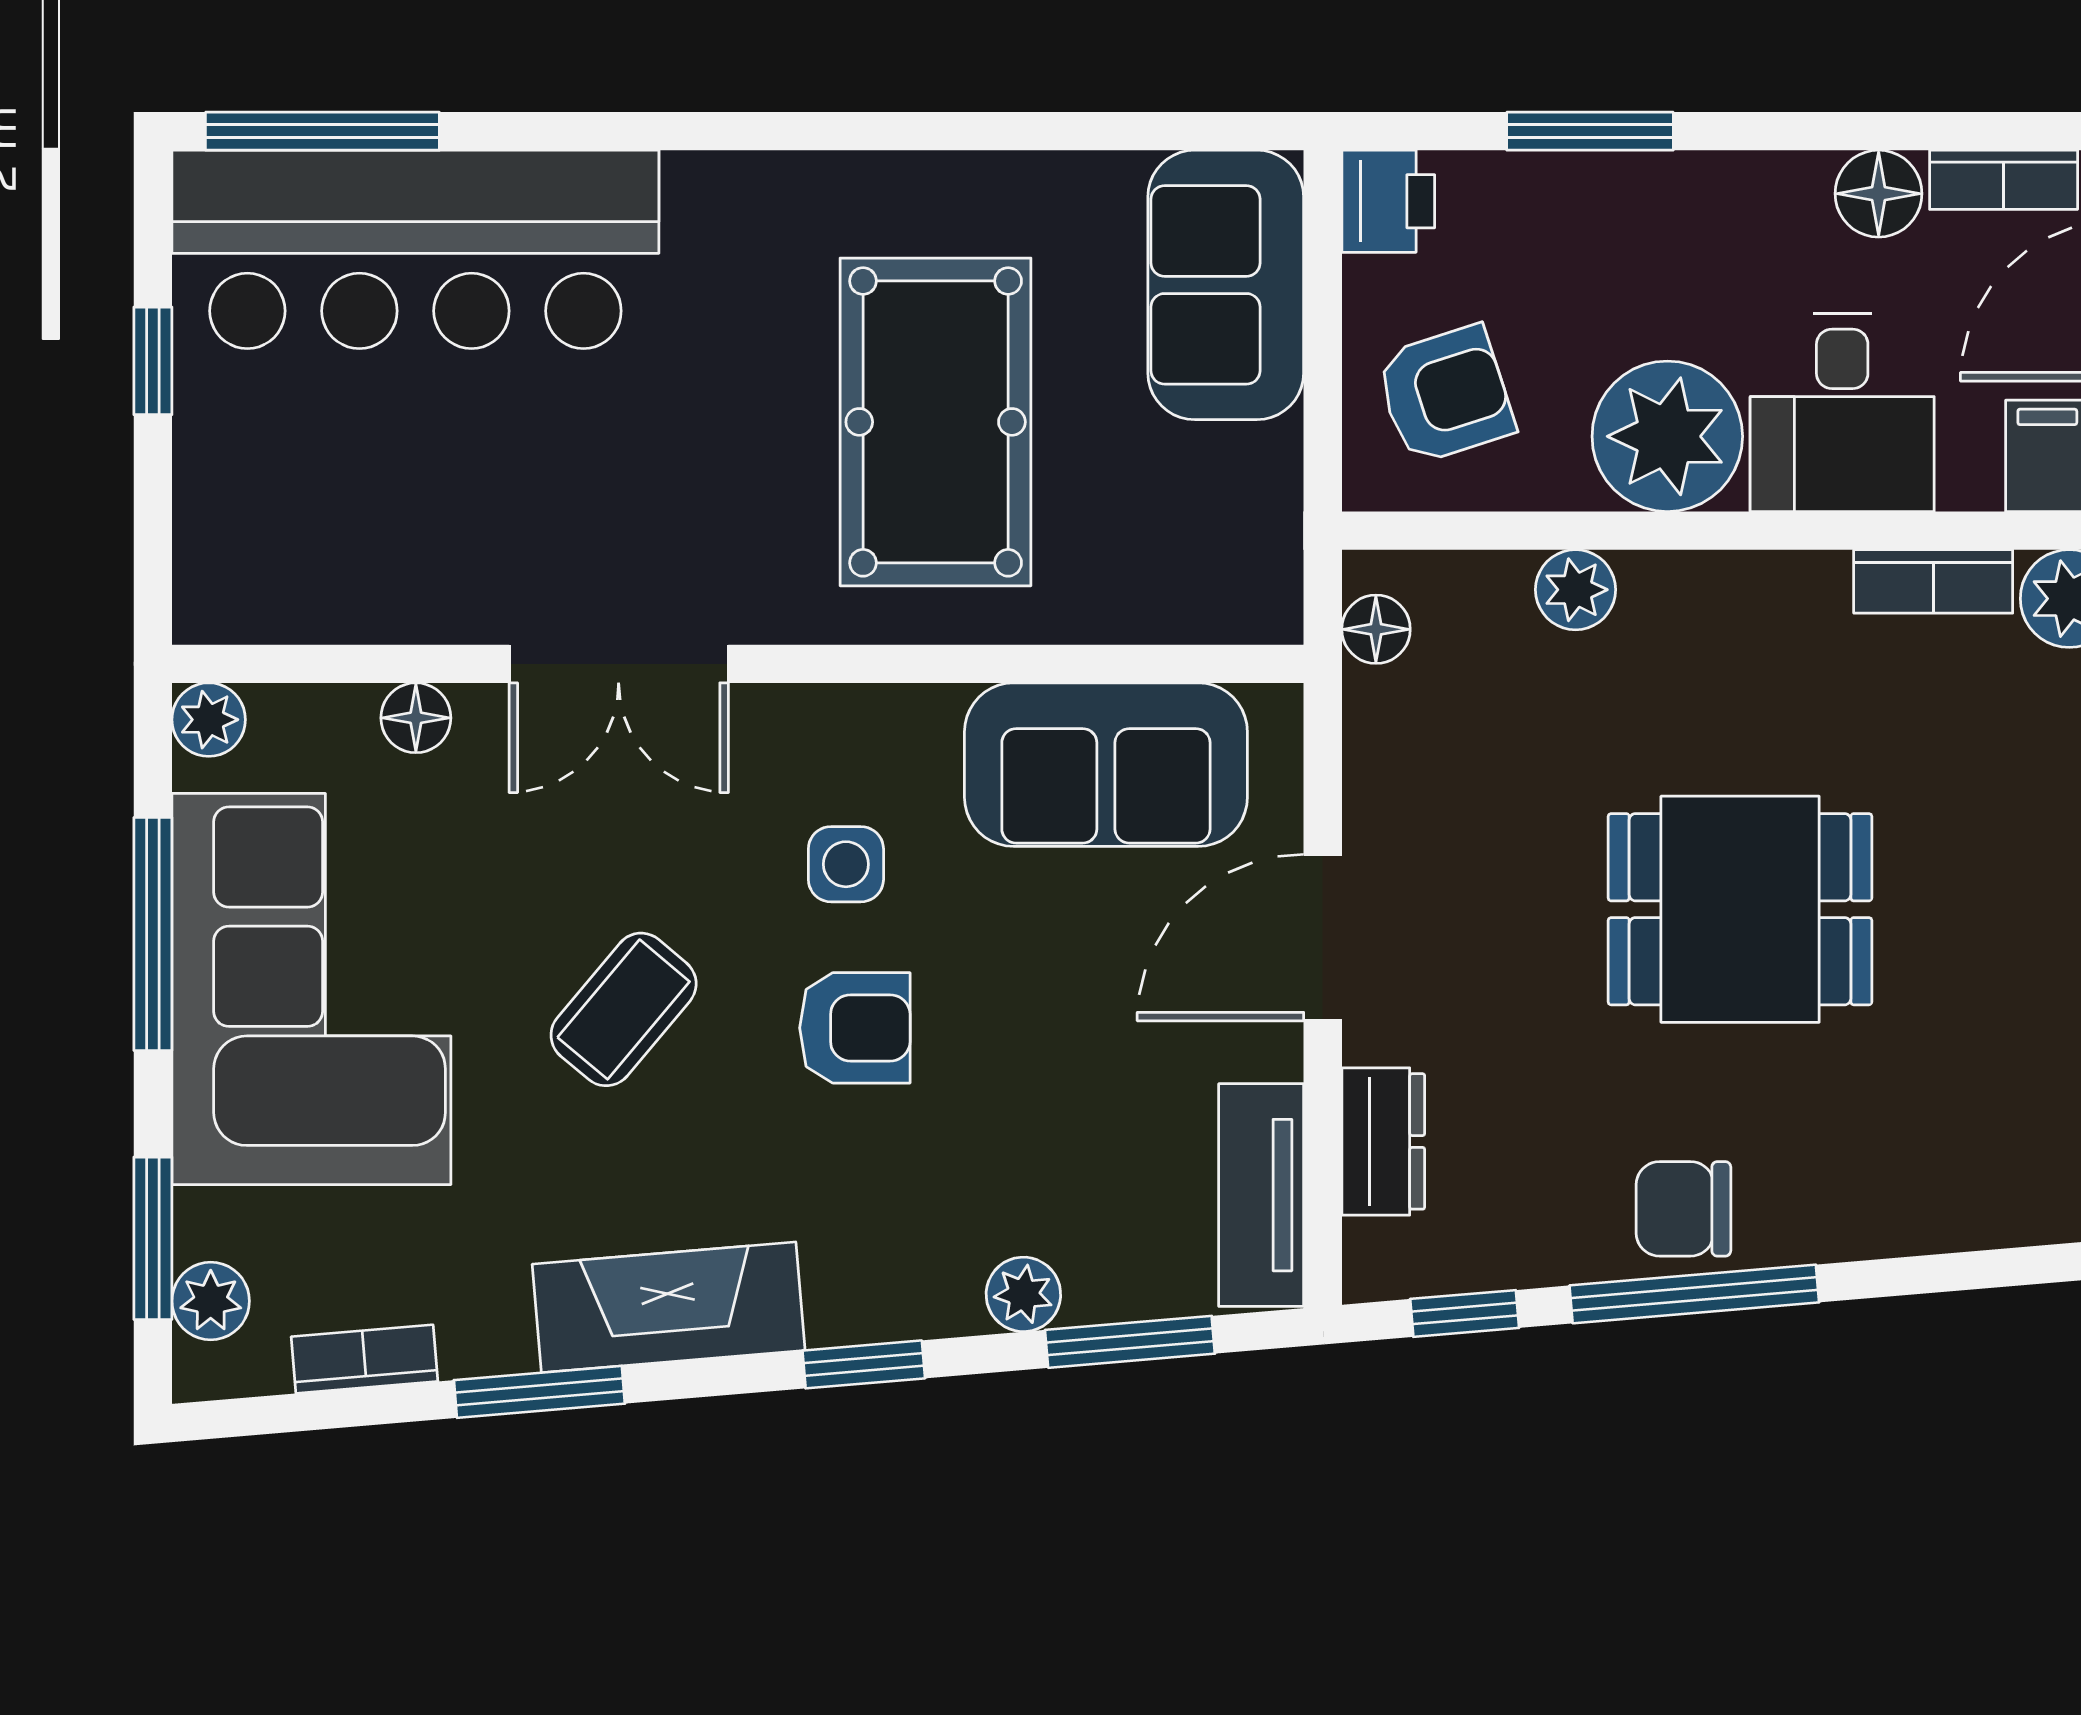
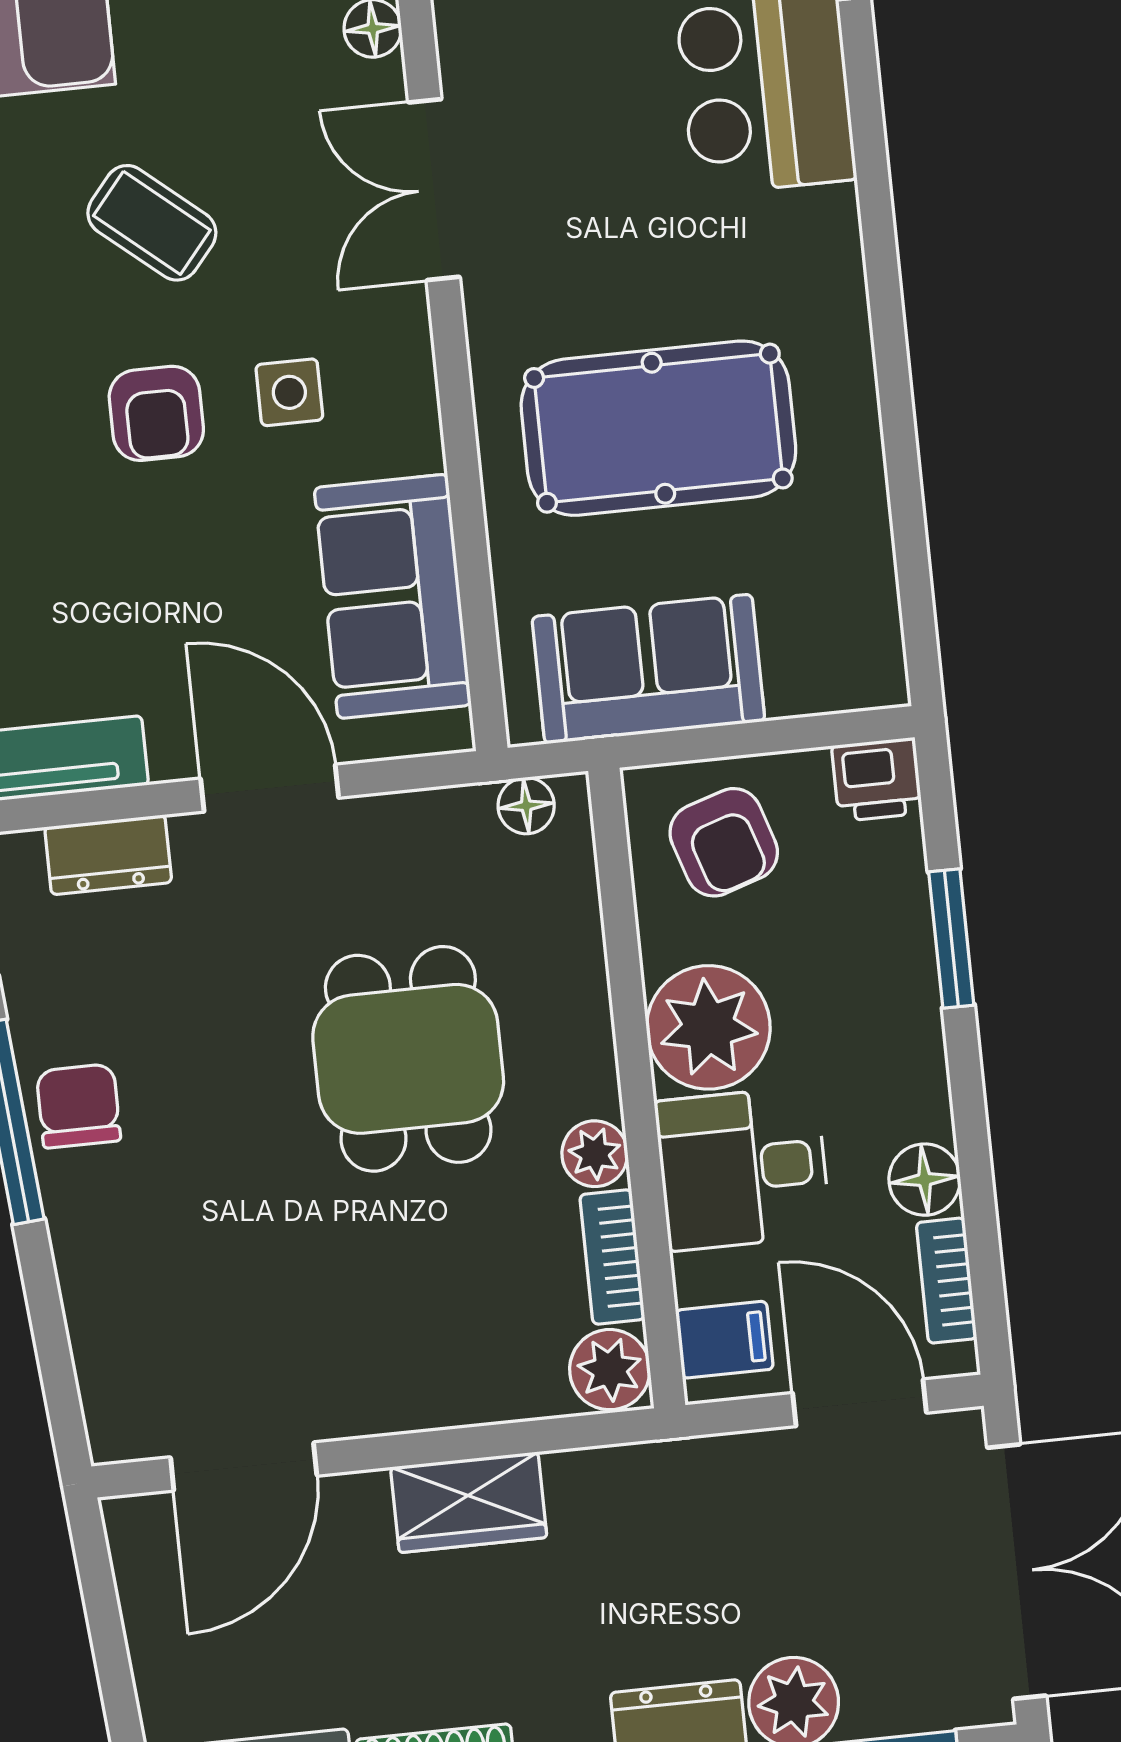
sofa: (1226, 285) -> (648, 669), moved
plant: (1576, 590) -> (595, 1154), moved
dining table: (1740, 909) -> (408, 1059), moved

